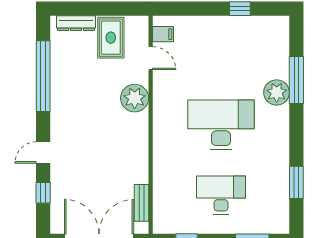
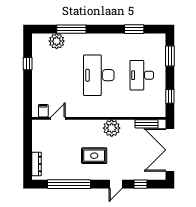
rug: (111, 38) -> (94, 156), moved
plant: (277, 92) -> (57, 41), moved
plant: (135, 98) -> (112, 128), moved
door: (43, 152) -> (116, 184), hinge flipped

